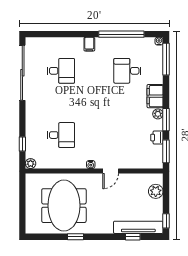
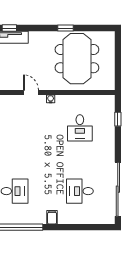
desk: (61, 135) -> (80, 128), turned -90
plant: (31, 164) -> (110, 100), removed
door: (111, 171) -> (31, 93), hinge flipped

